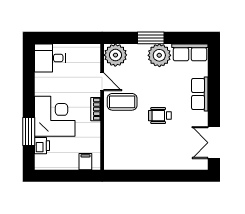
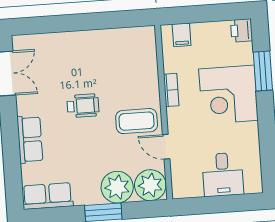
plant: (159, 55) -> (117, 187), moved
desk: (50, 58) -> (223, 174), moved, turned 90
bookcase: (96, 109) -> (171, 90), moved
printer: (42, 146) -> (242, 30), moved

